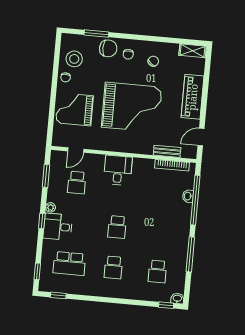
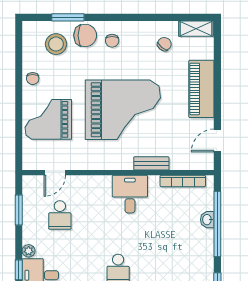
stool: (74, 59) -> (56, 44), moved
chair: (153, 61) -> (164, 44), moved
bench: (167, 151) -> (151, 163), moved
desk: (118, 170) -> (130, 194), moved

